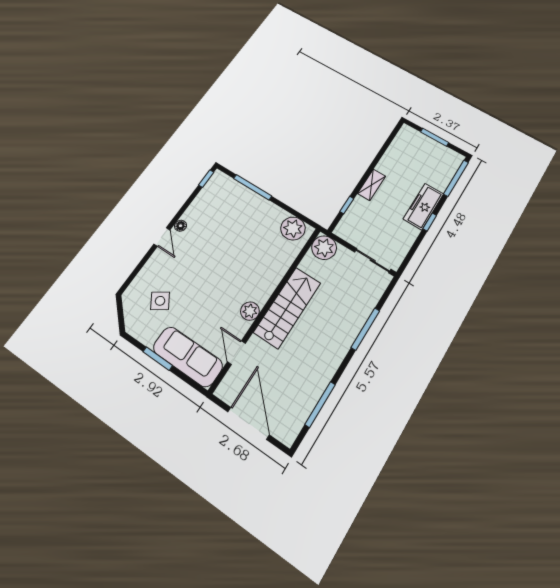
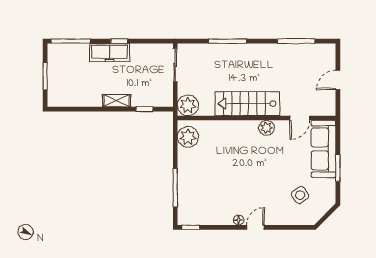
door: (248, 423) -> (338, 80), width x0.53

